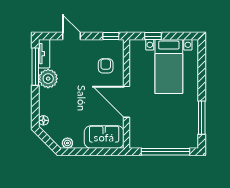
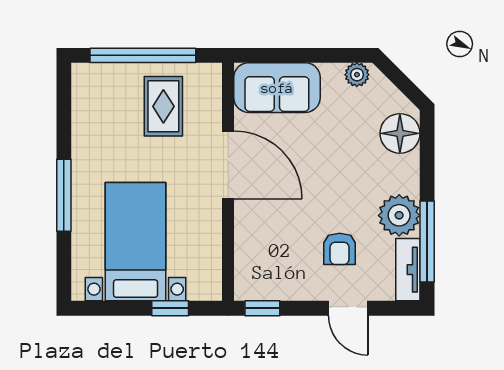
armchair: (106, 66) -> (340, 249), moved
window: (202, 118) -> (64, 195), moved
floor lamp: (43, 120) -> (400, 133), width x1.89, depth x1.89
rug: (156, 129) -> (163, 106), added

